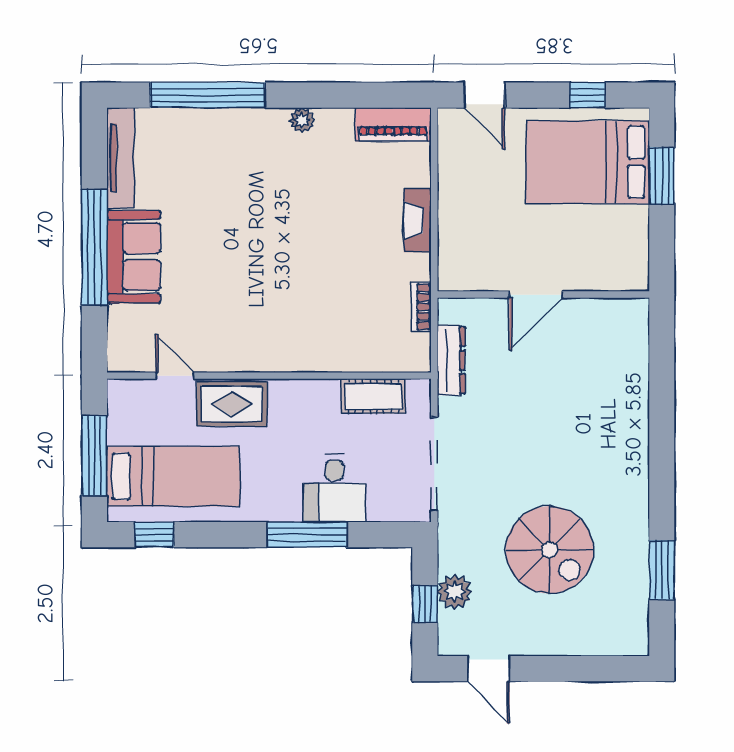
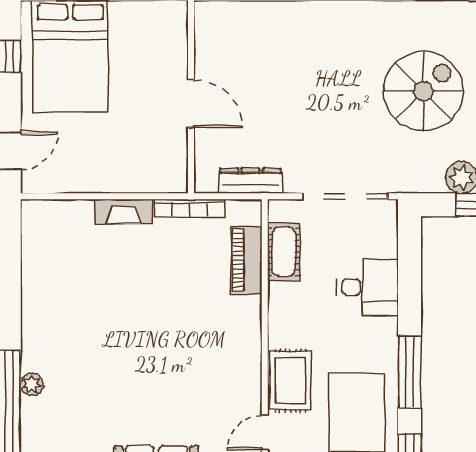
plant: (302, 120) -> (32, 384), moved
piano: (393, 124) -> (246, 260), moved, turned 180
bookcase: (421, 307) -> (189, 208), width x1.56
window: (307, 535) -> (410, 372), moved

